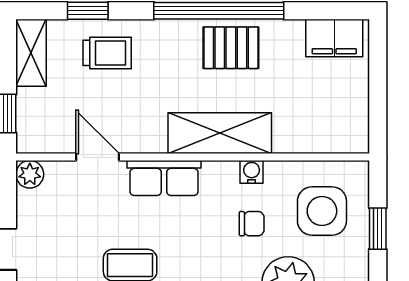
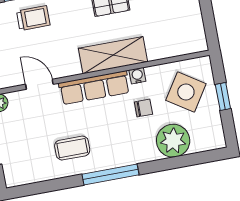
row of seats: (164, 178) -> (94, 88), width x1.48
side table: (322, 211) -> (186, 92), turned 33

